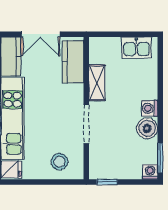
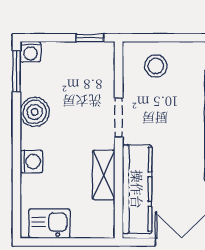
kitchen counter: (73, 62) -> (137, 189), width x1.50
washing machine: (149, 108) -> (31, 161), moved
doorway: (86, 124) -> (119, 118), width x0.73

